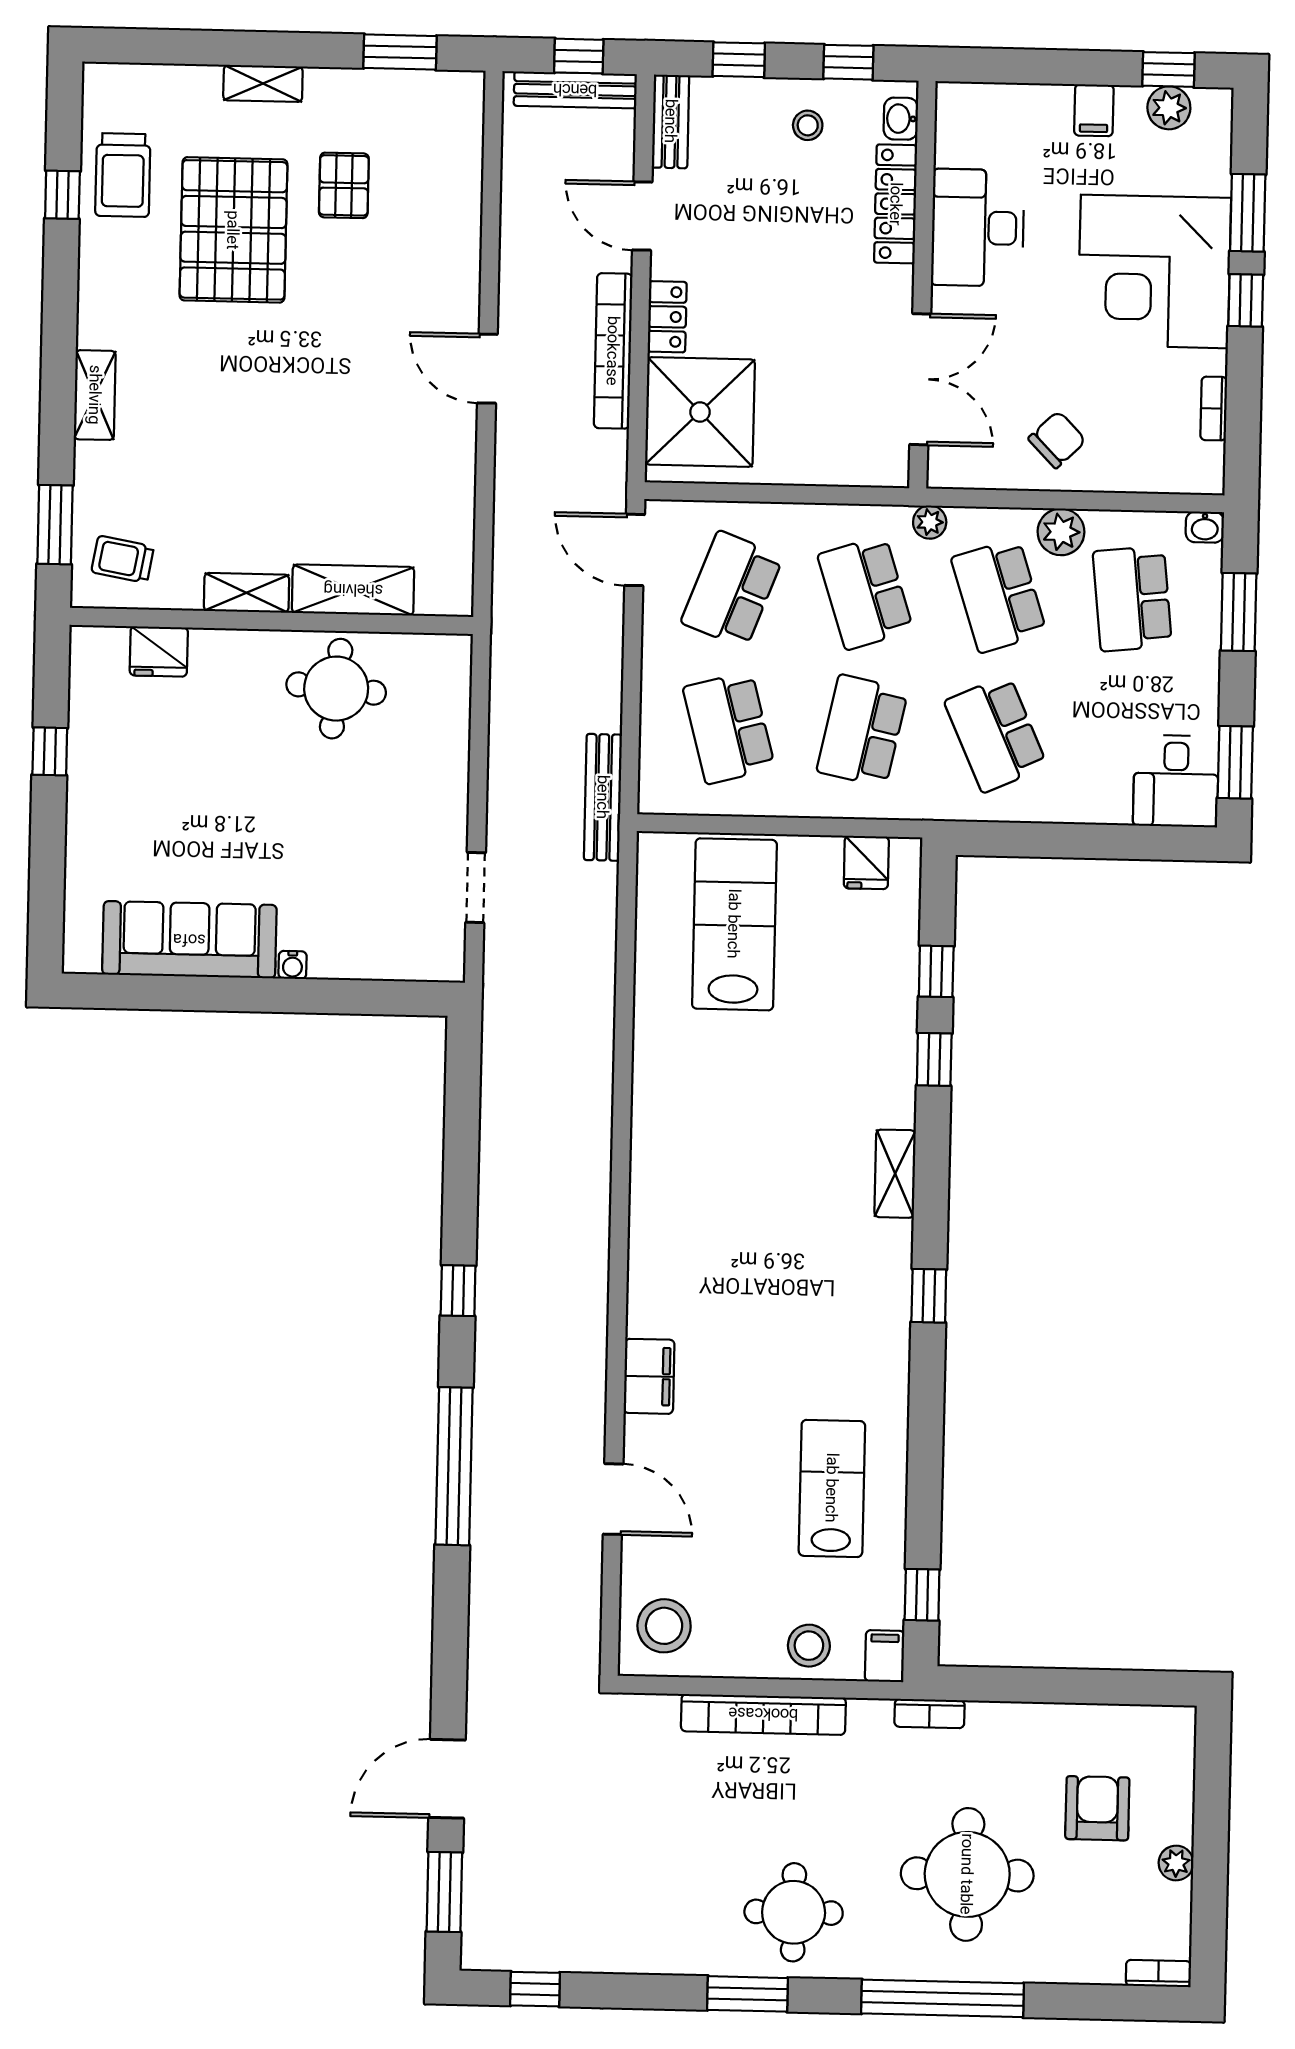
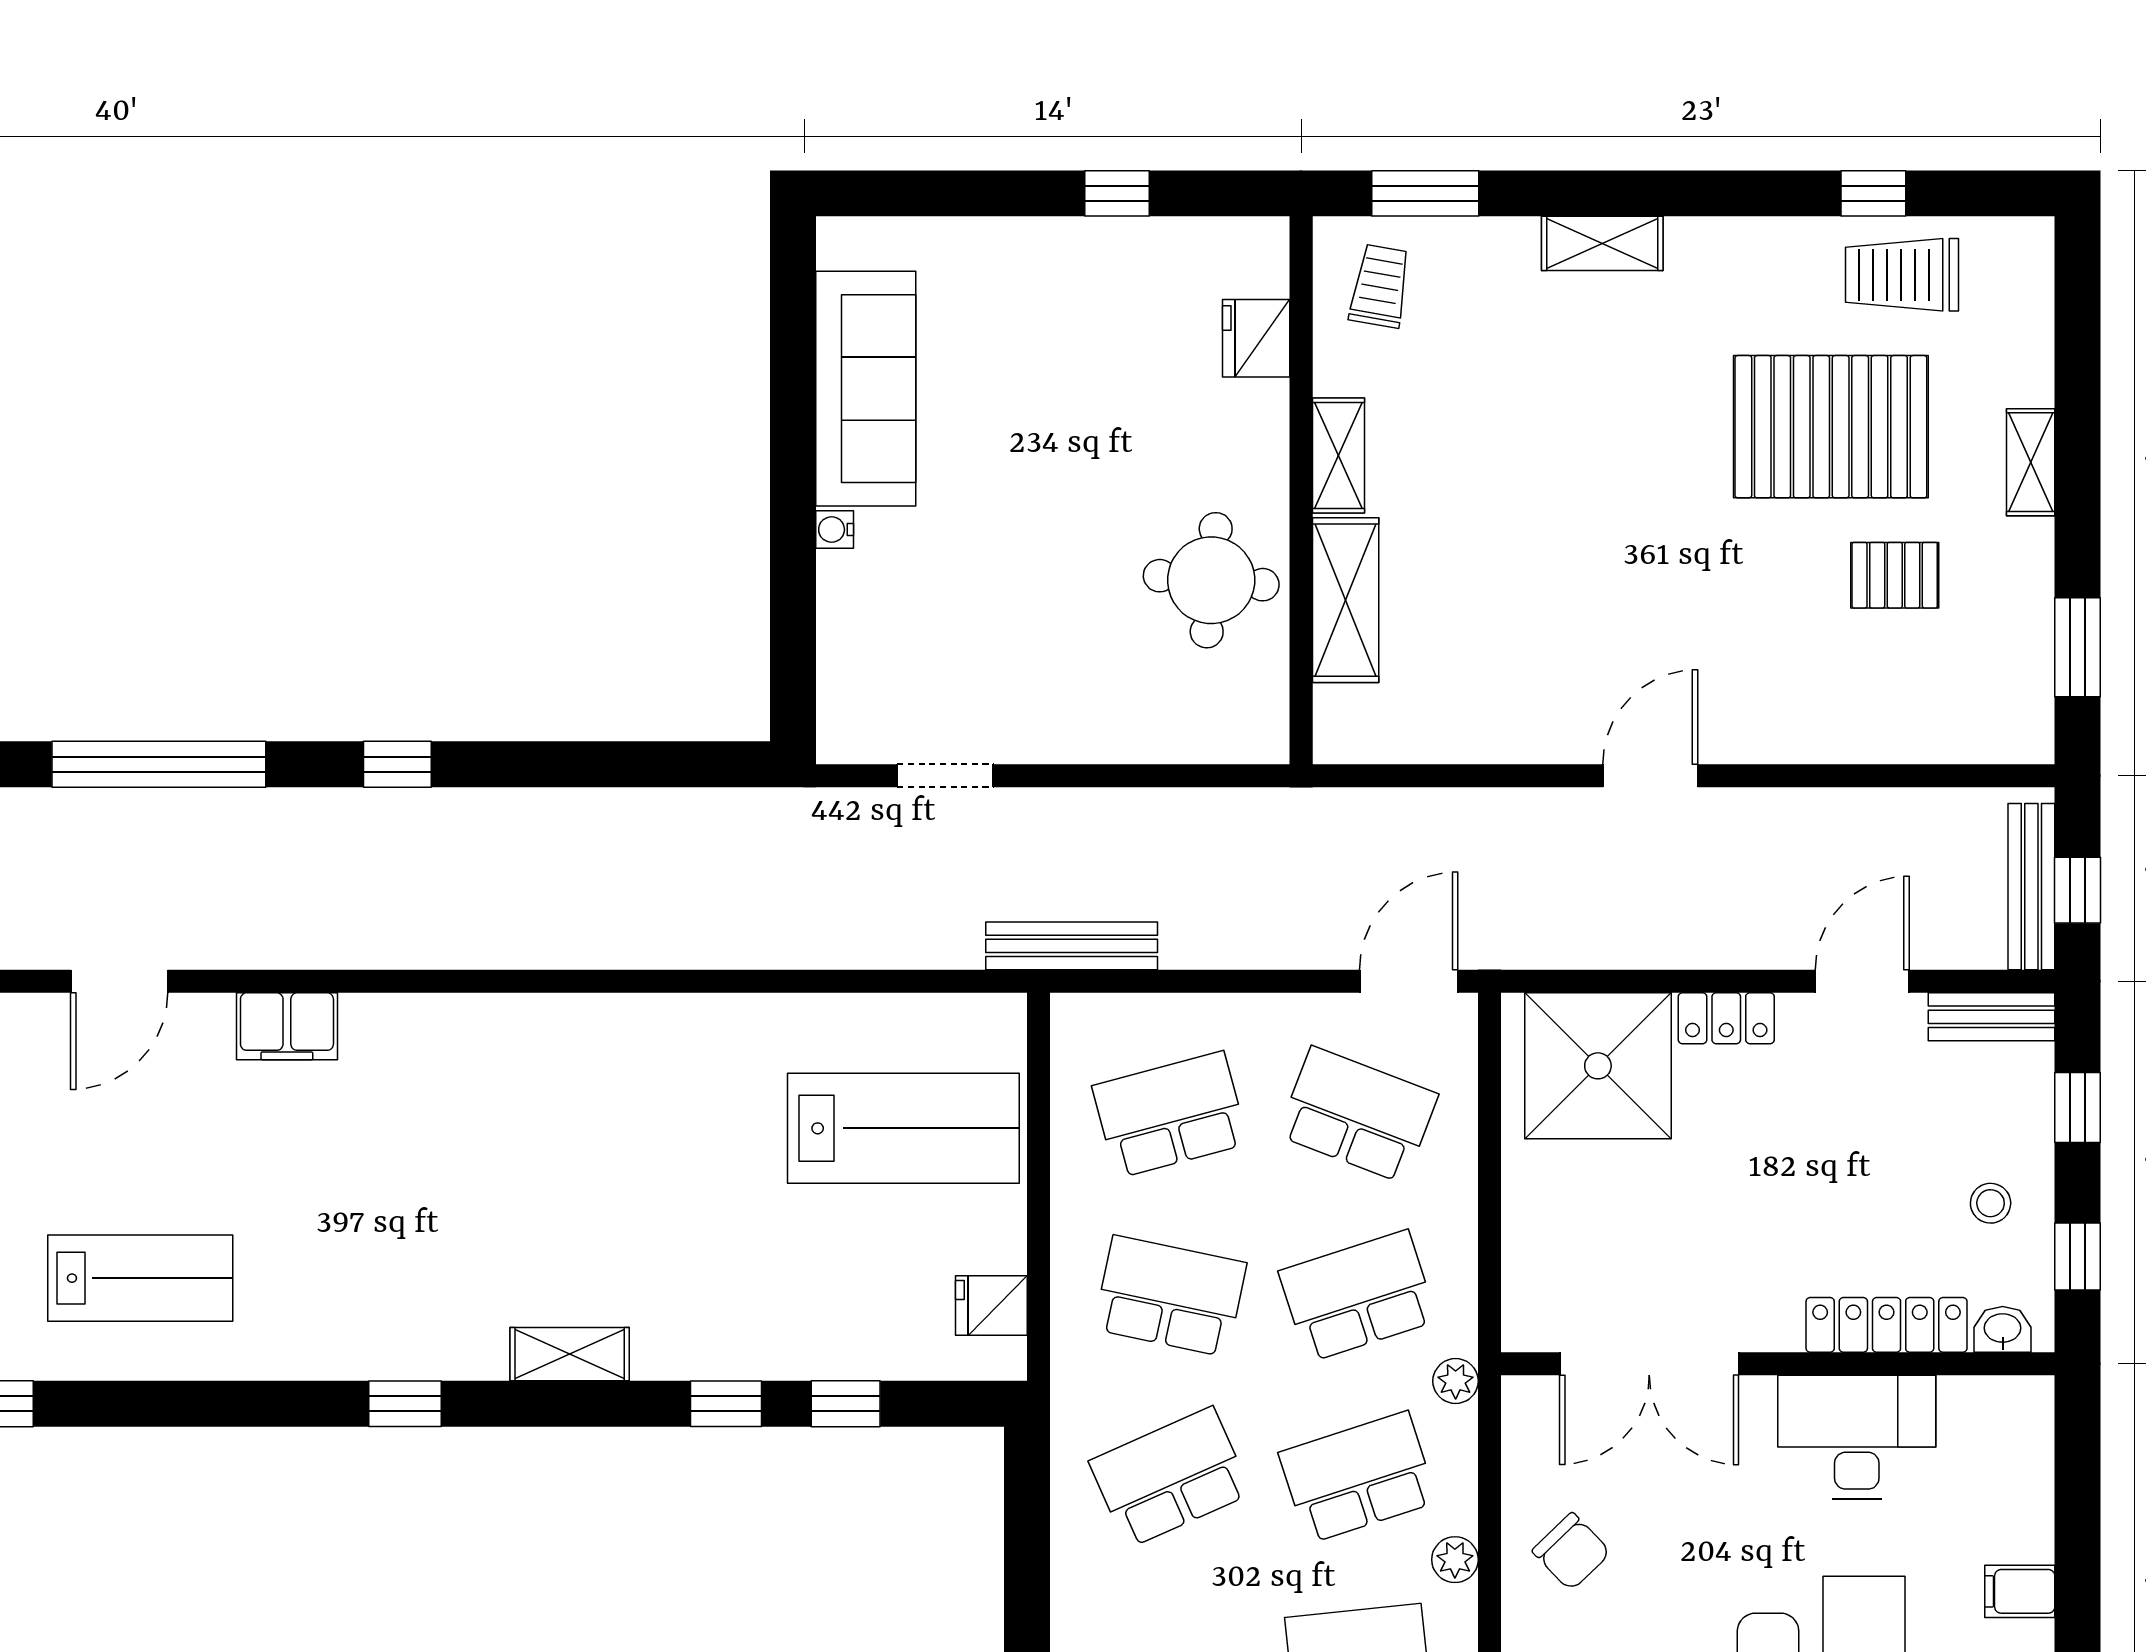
bookcase: (613, 351) -> (1678, 946), removed
plant: (1061, 532) -> (1455, 1560), width x0.73, depth x0.73

